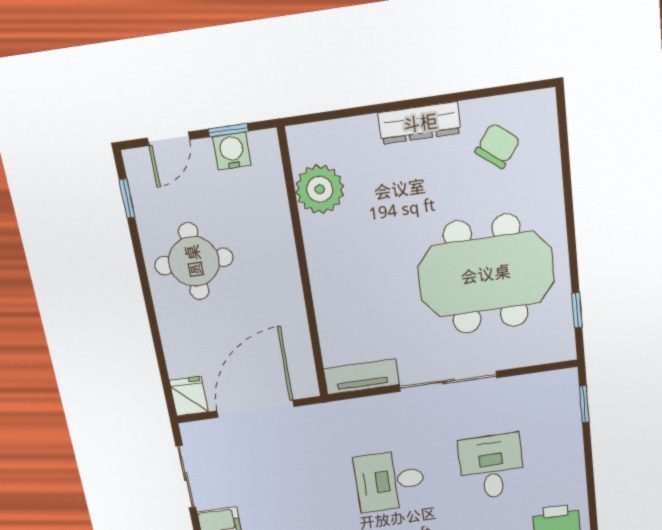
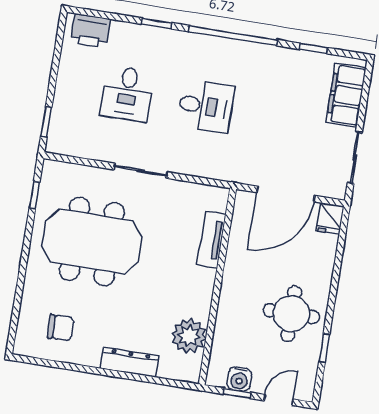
dresser: (420, 123) -> (130, 362), moved
chair: (498, 146) -> (61, 328), turned -130
window: (127, 198) -> (324, 348), moved
tv unit: (362, 377) -> (212, 240), moved, turned 90
sliding door: (448, 381) -> (141, 171), width x0.73

